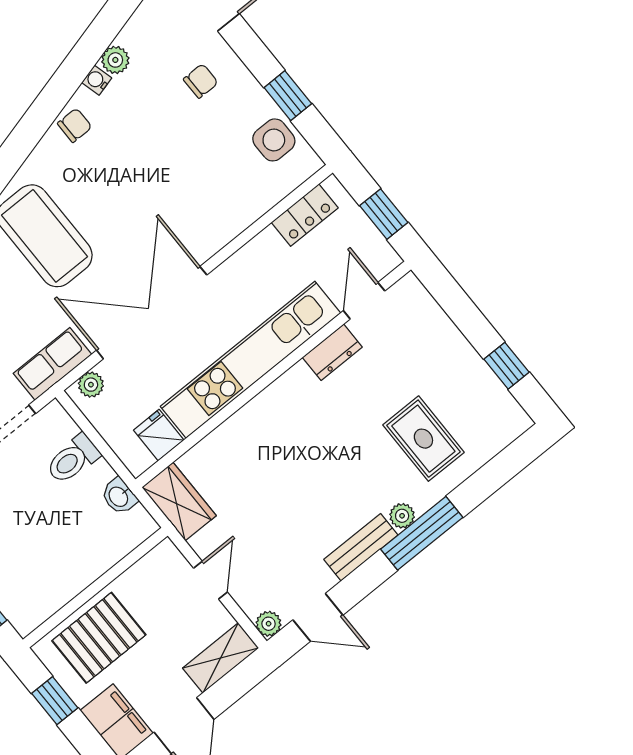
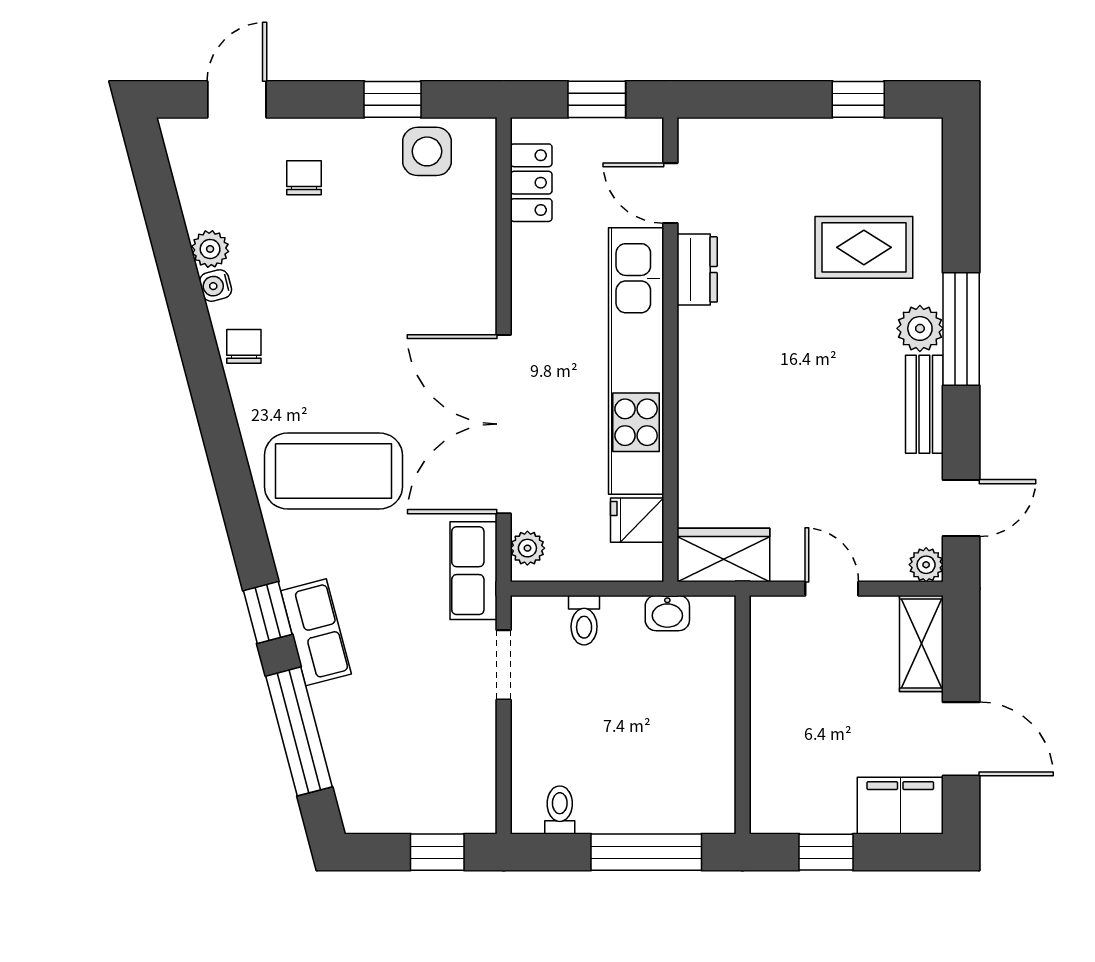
toilet: (73, 459) -> (584, 620), width x0.73, depth x0.72
plant: (402, 516) -> (920, 328), width x1.38, depth x1.38
pallet: (99, 638) -> (798, 753), removed

